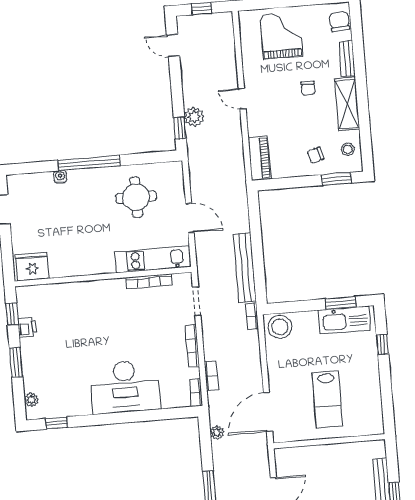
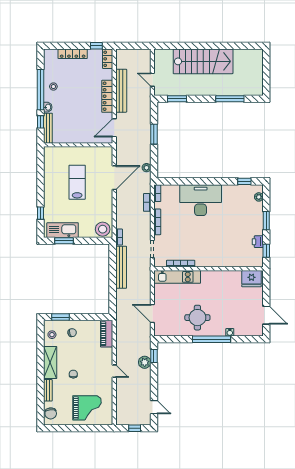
grand piano: (281, 35) -> (87, 408), turned -90
round table: (136, 197) -> (197, 318), moved
door: (190, 218) -> (152, 314), moved
wall: (329, 441) -> (78, 145), moved

